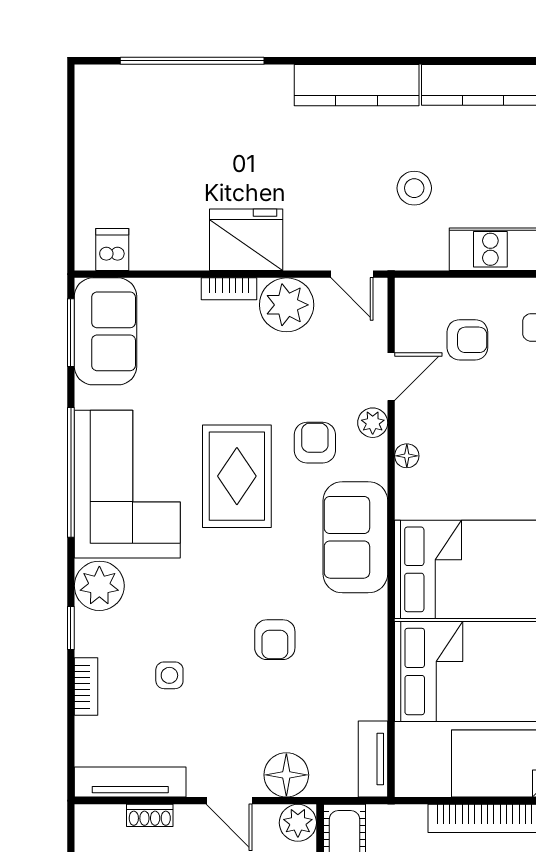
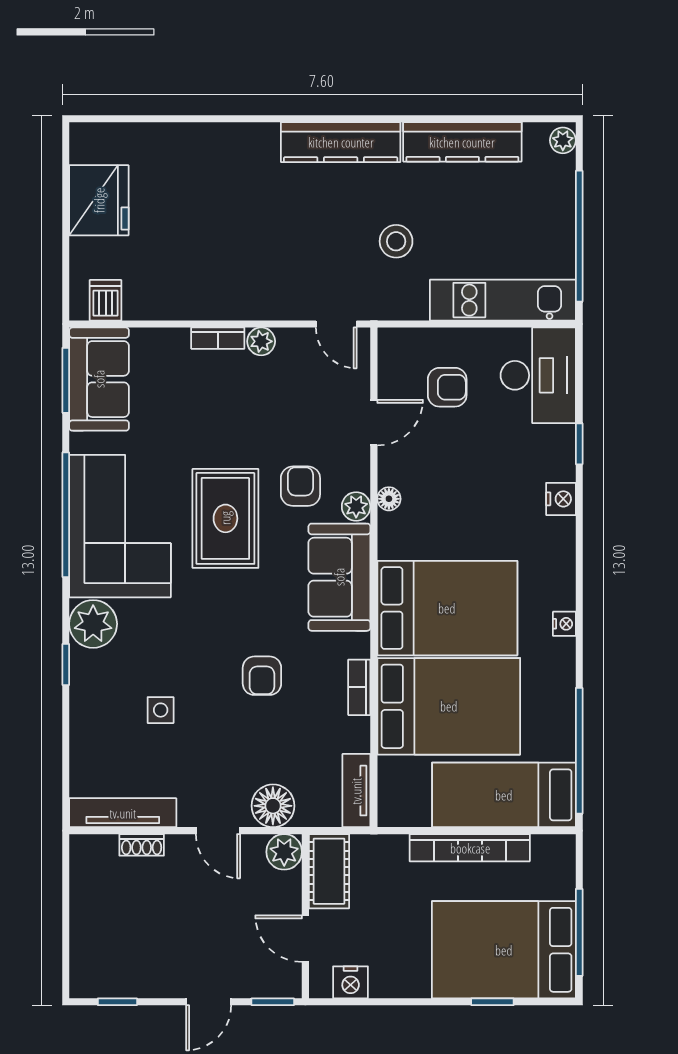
window: (192, 61) -> (182, 119), removed
fridge: (246, 240) -> (99, 200), moved, turned 90
plant: (287, 305) -> (261, 341), width x0.53, depth x0.53
plant: (373, 423) -> (356, 507), moved
bookcase: (86, 687) -> (359, 687), moved, turned 180

